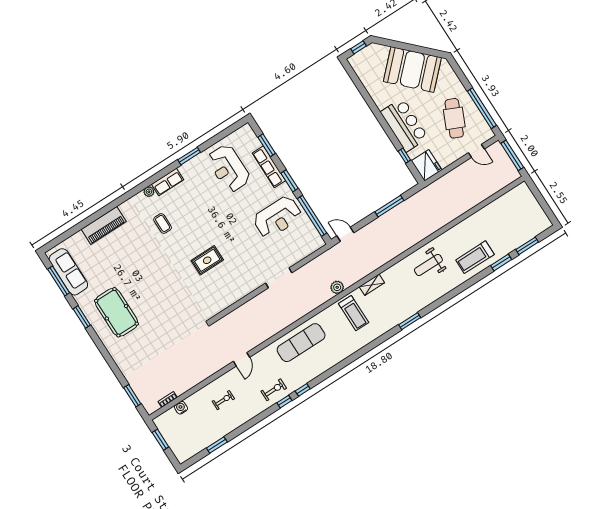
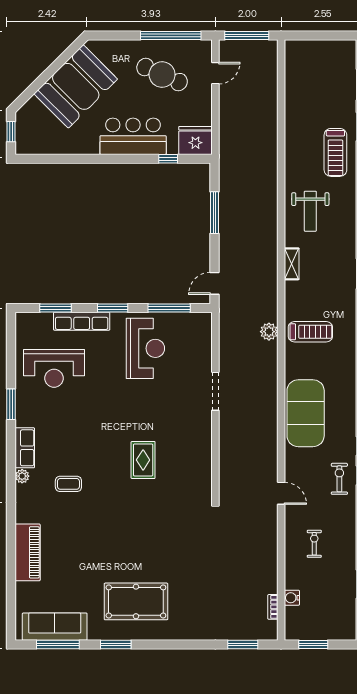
window: (312, 216) -> (169, 308), width x0.68
shelving: (372, 285) -> (292, 264), moved
exercise mat: (301, 343) -> (306, 413), width x1.47

